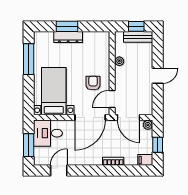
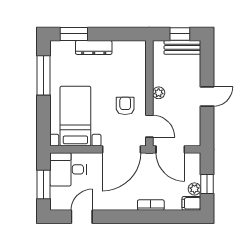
window: (67, 26) -> (74, 34), moved
plant: (119, 61) -> (159, 93), moved
door: (112, 99) -> (149, 126), swing flipped
plant: (148, 125) -> (194, 189), moved

